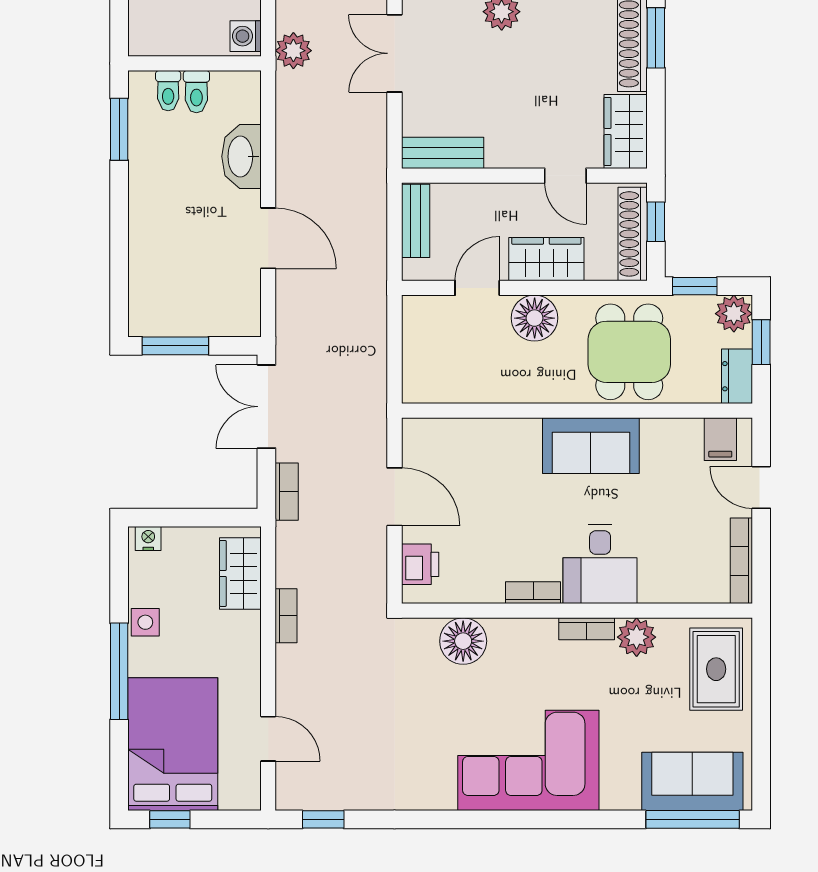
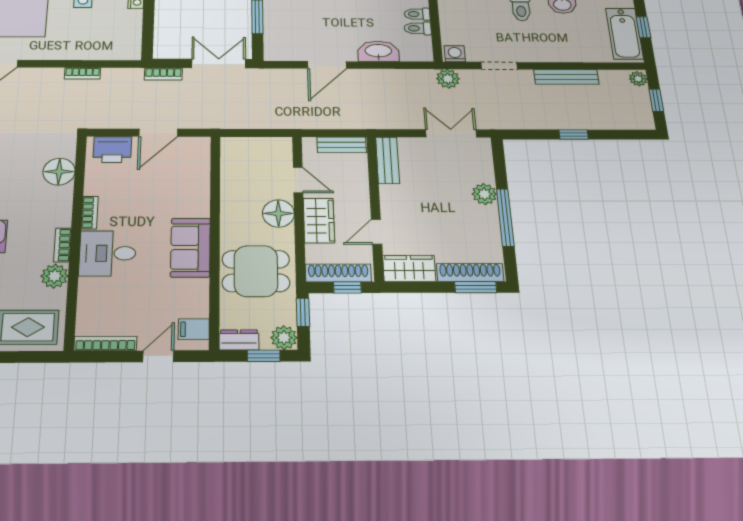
printer: (420, 564) -> (112, 150), width x1.36, depth x1.24
wardrobe: (240, 573) -> (111, 49), removed

